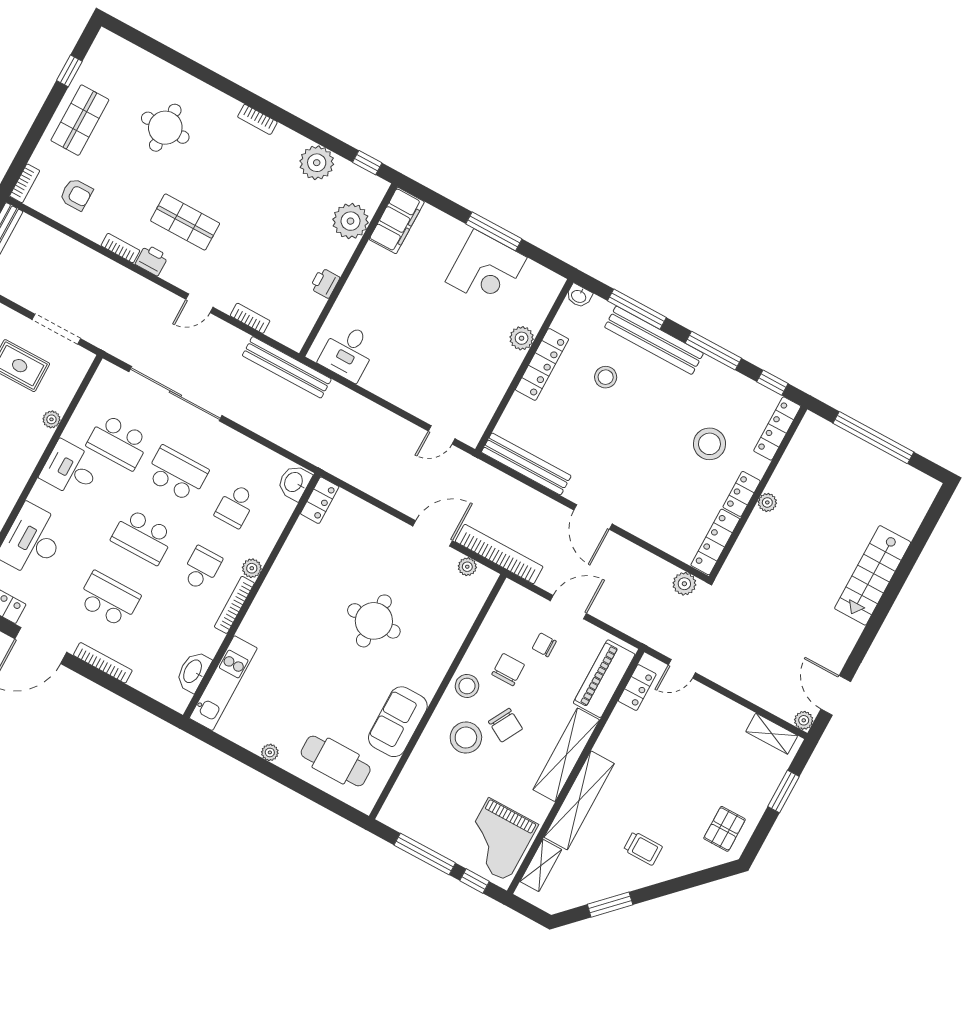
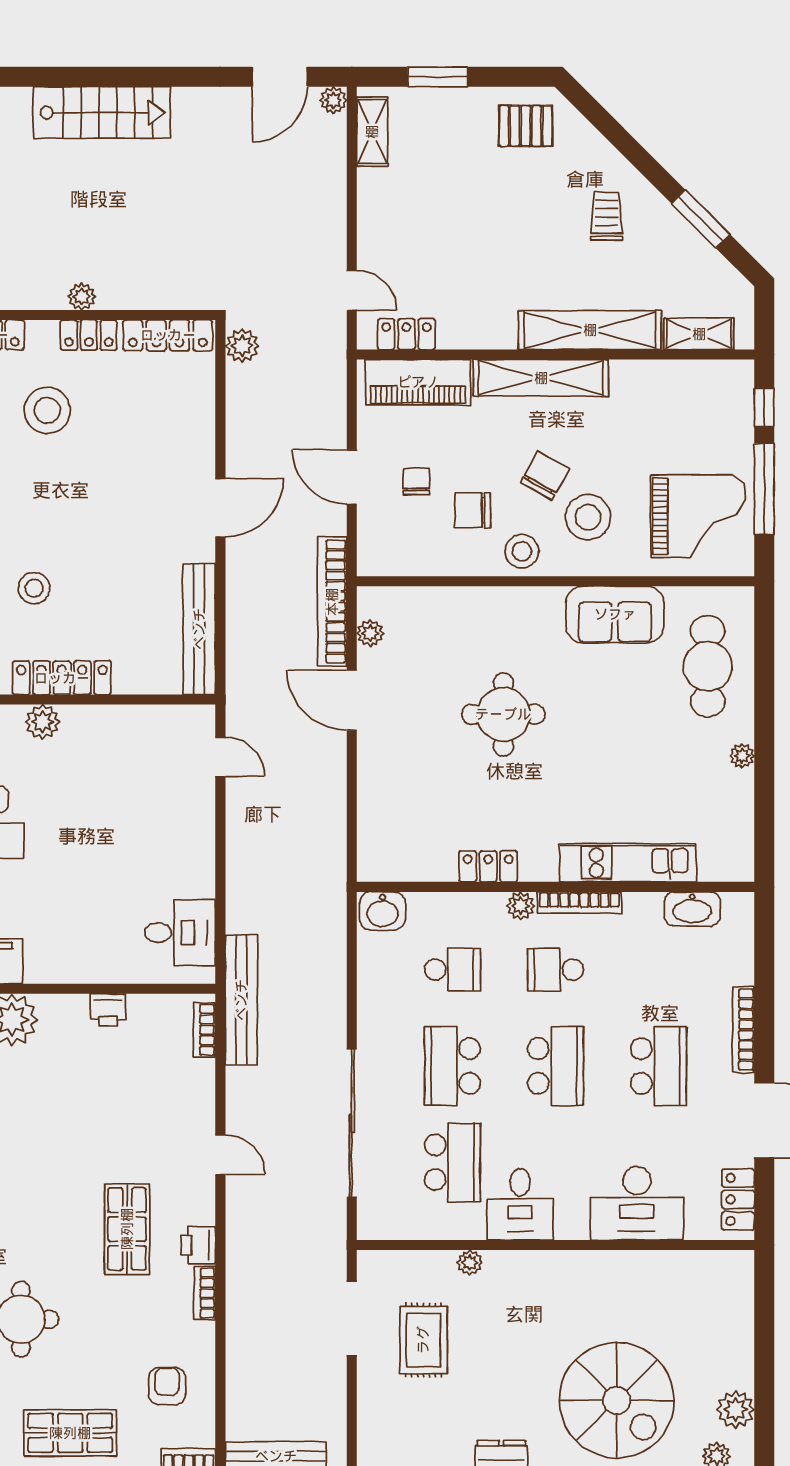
bookcase: (250, 318) -> (204, 1030), moved
locker: (320, 500) -> (488, 866), moved
school desk: (109, 599) -> (659, 1066), turned 180
chair: (544, 645) -> (416, 482), turned 180
kitchen unit: (223, 683) -> (628, 863), moved
grand piano: (498, 840) -> (698, 516), moved

